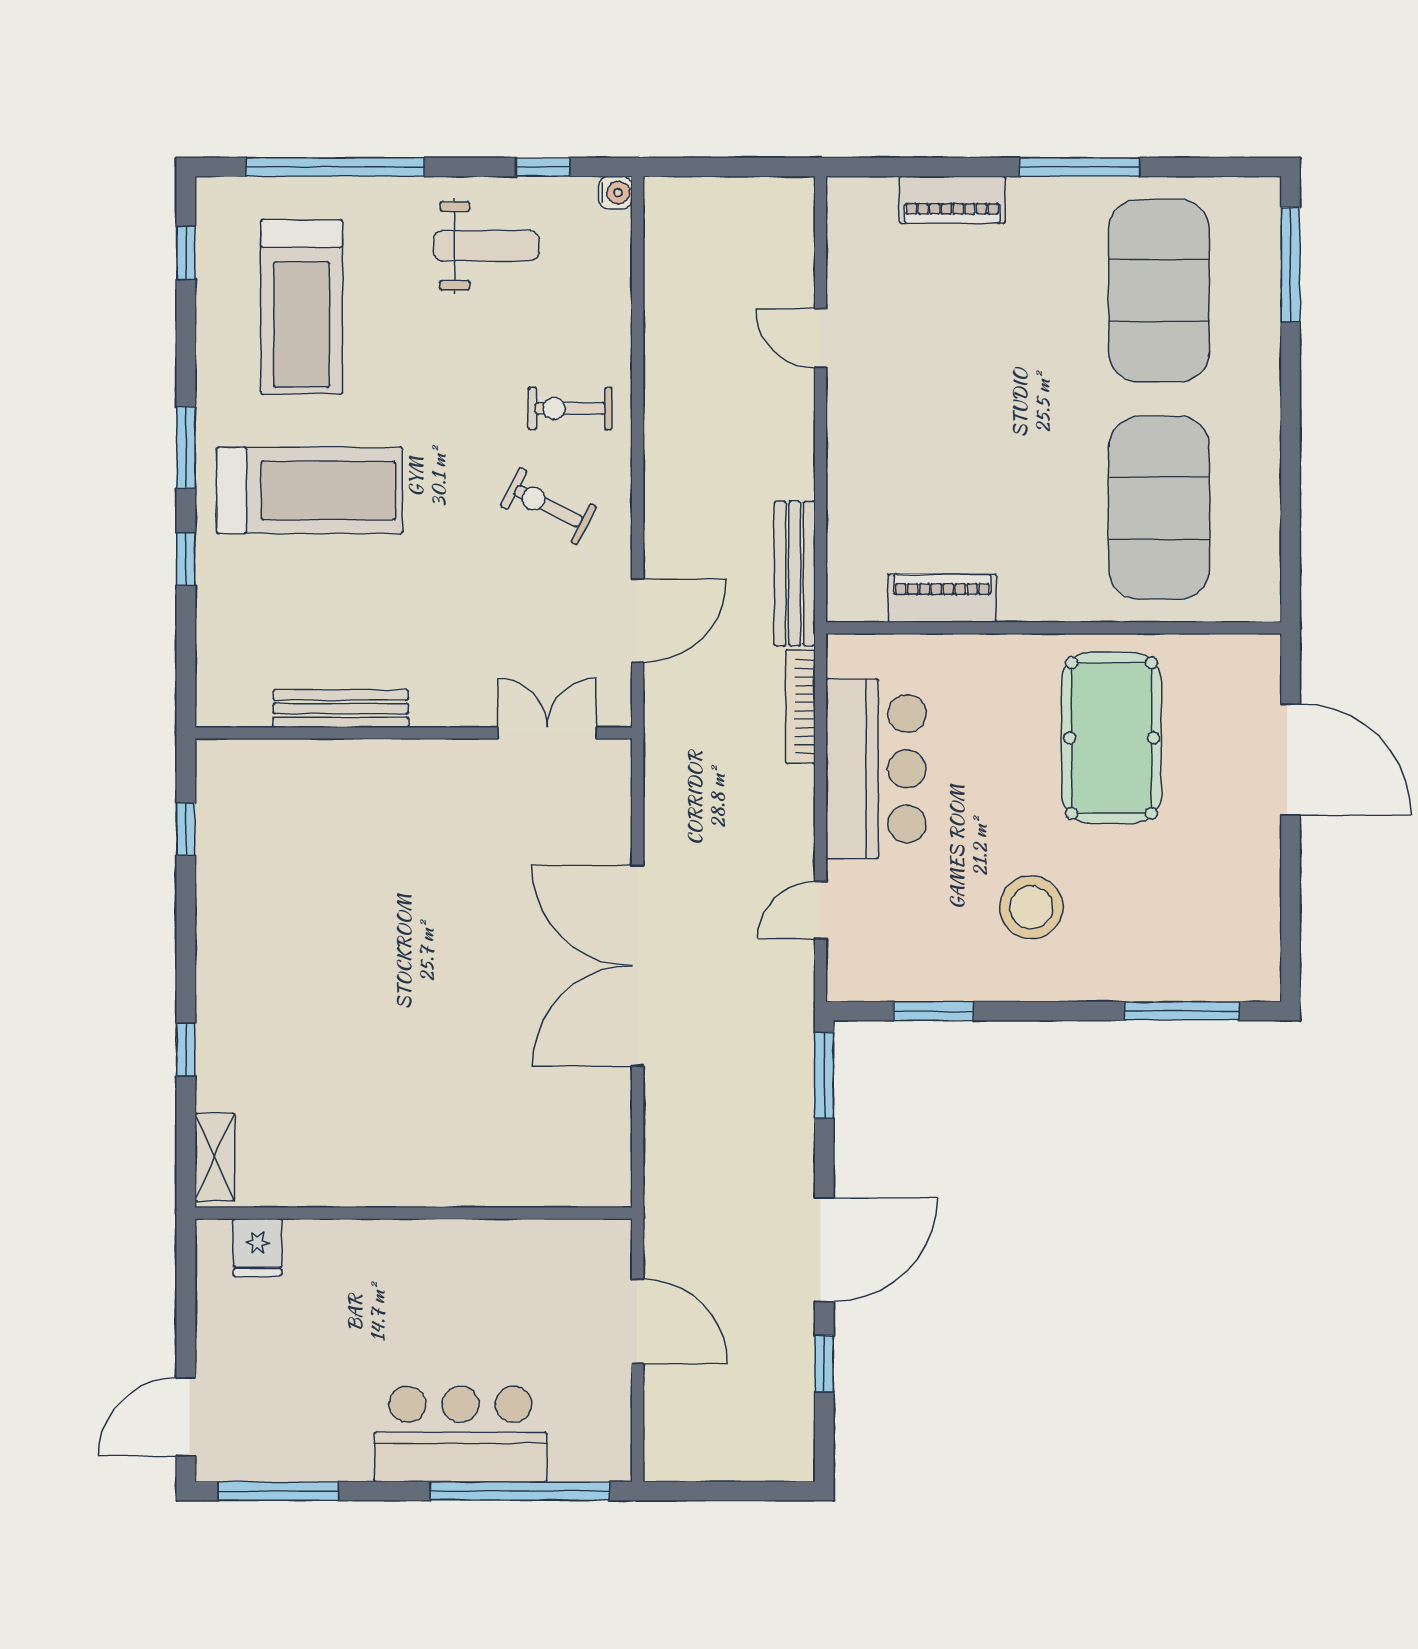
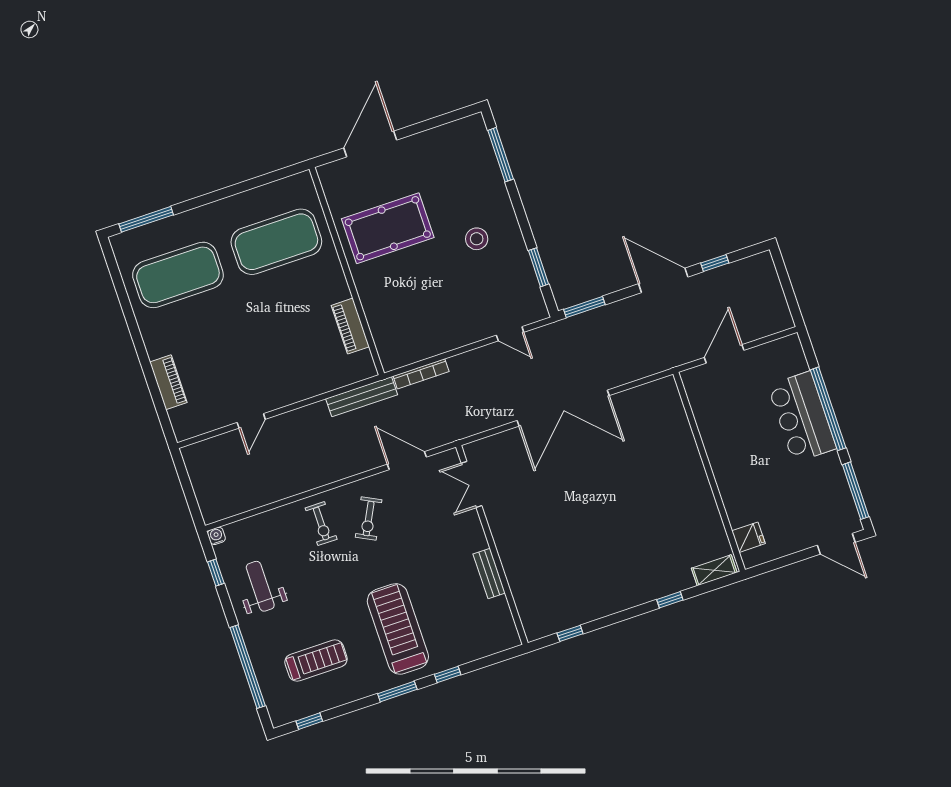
window: (1080, 167) -> (134, 330), removed
treadmill: (302, 307) -> (316, 661), width x0.73, depth x0.73
bench: (341, 709) -> (489, 573), width x0.73
bar counter: (876, 769) -> (438, 330), removed
stool: (1031, 907) -> (477, 239), width x0.73, depth x0.73
window: (520, 1491) -> (828, 409), moved

